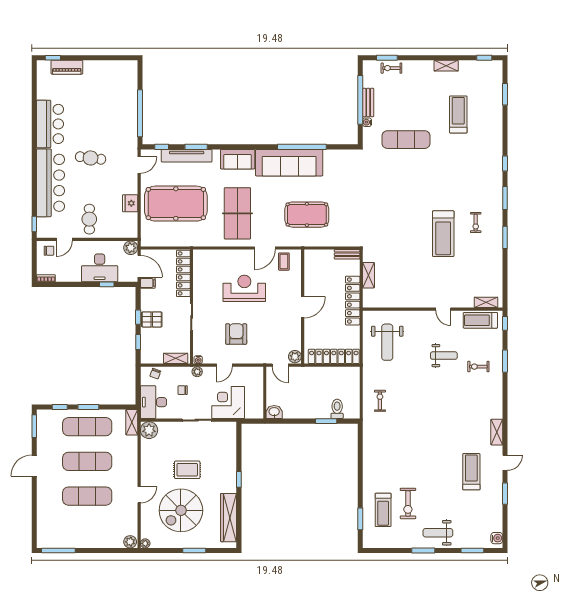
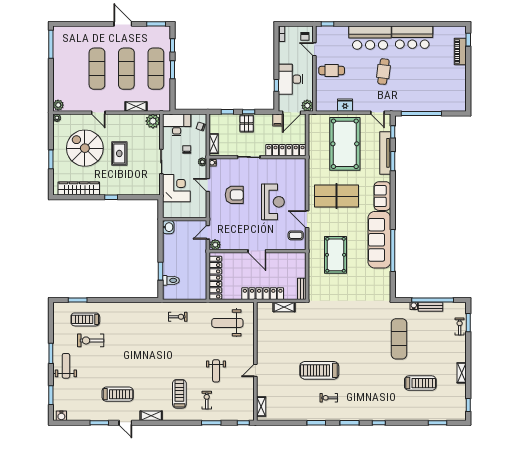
bar counter: (51, 183) -> (370, 38), width x0.73
treadmill: (480, 320) -> (179, 394), moved
shelving: (132, 422) -> (136, 106), moved

